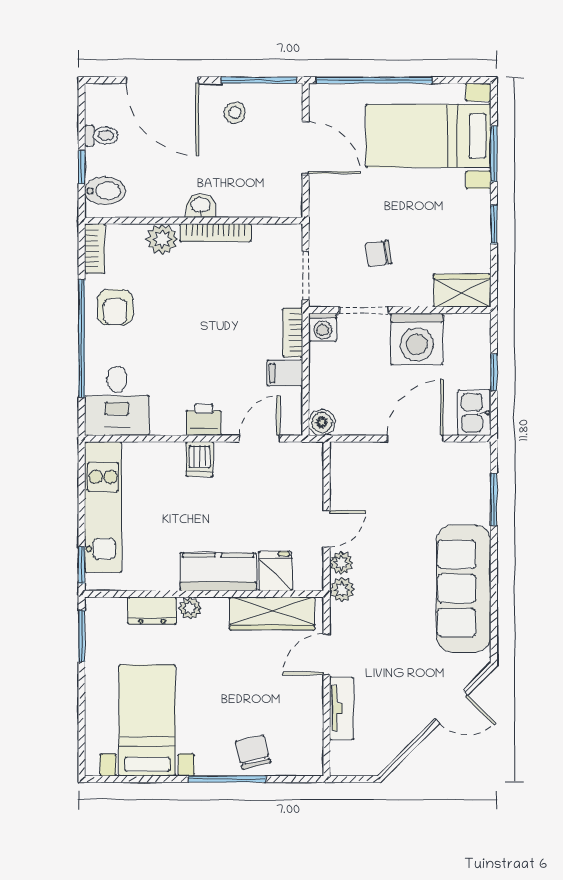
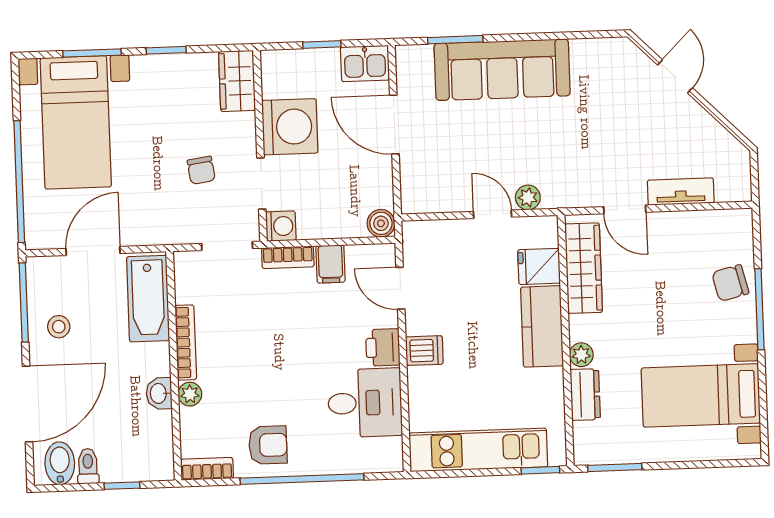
bidet: (105, 191) -> (60, 463), moved
bathtub: (258, 198) -> (148, 299), added
washbasin: (201, 206) -> (159, 393), moved
plant: (162, 239) -> (190, 394), width x0.73, depth x0.73
desk: (117, 401) -> (365, 403), moved
sofa: (464, 589) -> (502, 70), moved
plant: (342, 590) -> (556, 196), removed

